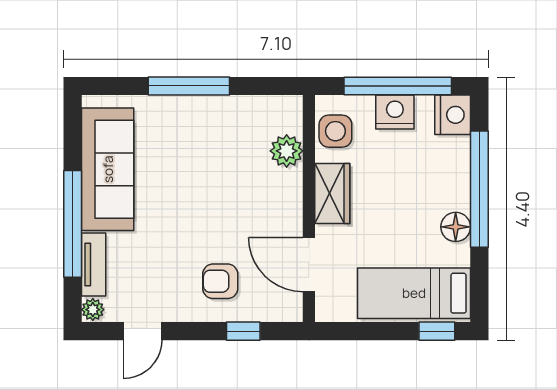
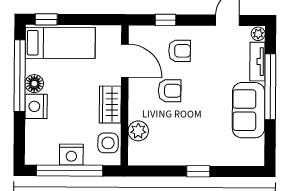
window: (189, 86) -> (198, 171), width x0.46
nightstand: (453, 115) -> (36, 106), moved
sofa: (108, 169) -> (249, 110), width x0.73
window: (479, 189) -> (20, 76), moved
armchair: (236, 216) -> (170, 91), added

